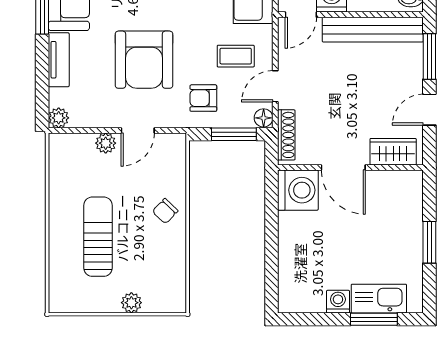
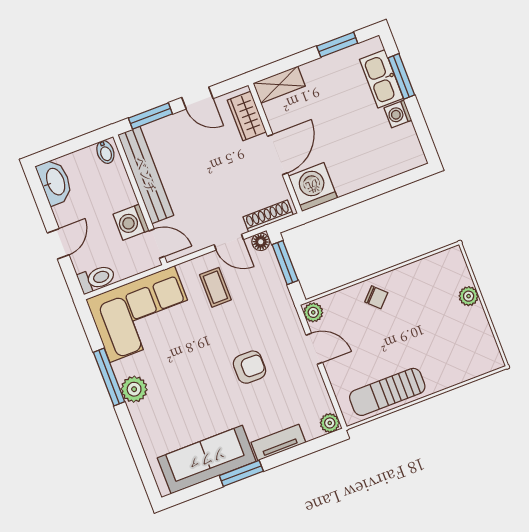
armchair: (144, 60) -> (250, 367), width x0.53, depth x0.53
armchair: (203, 98) -> (263, 302), removed
plant: (106, 143) -> (313, 312), moved
shelving: (412, 195) -> (279, 85), added
sun lounger: (98, 237) -> (387, 392), moved
window: (429, 242) -> (337, 45), moved

